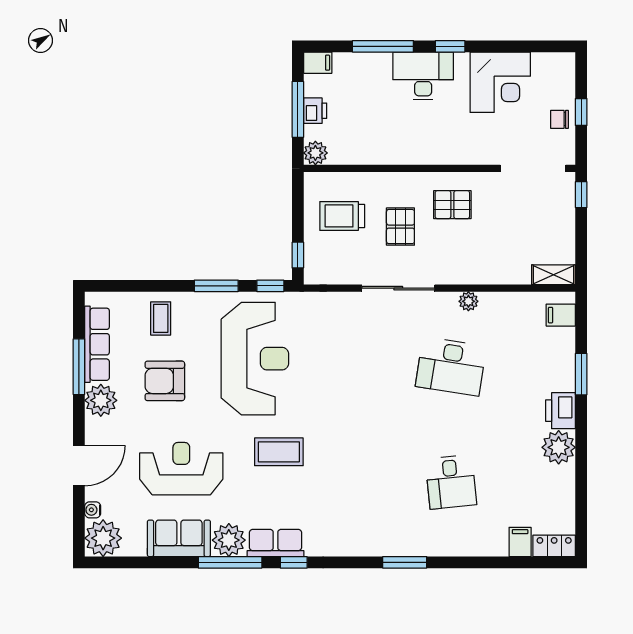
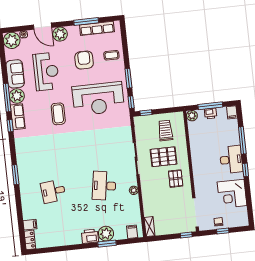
pallet: (400, 227) -> (164, 157), width x1.50, depth x1.42
plant: (101, 400) -> (60, 34), moved
plant: (559, 447) -> (106, 234), moved

